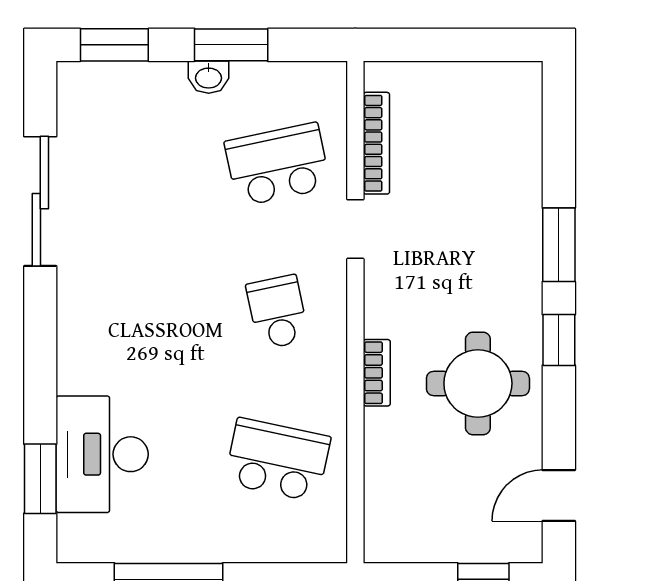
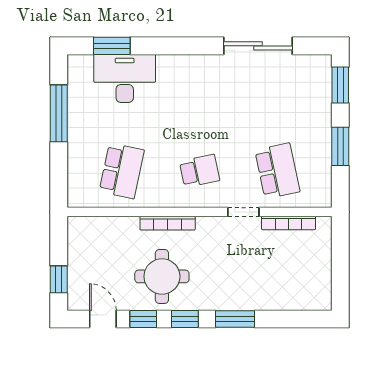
washbasin: (209, 77) -> (323, 135), removed
bookcase: (377, 373) -> (168, 223), width x1.56
window: (559, 419) -> (143, 319), added

